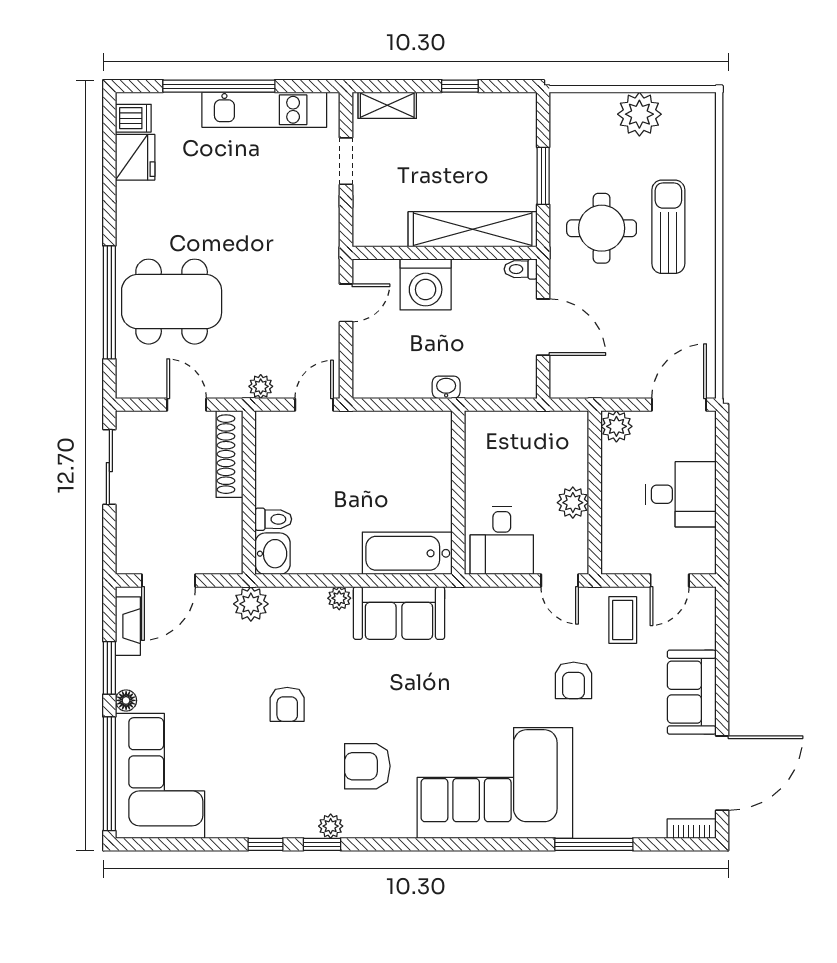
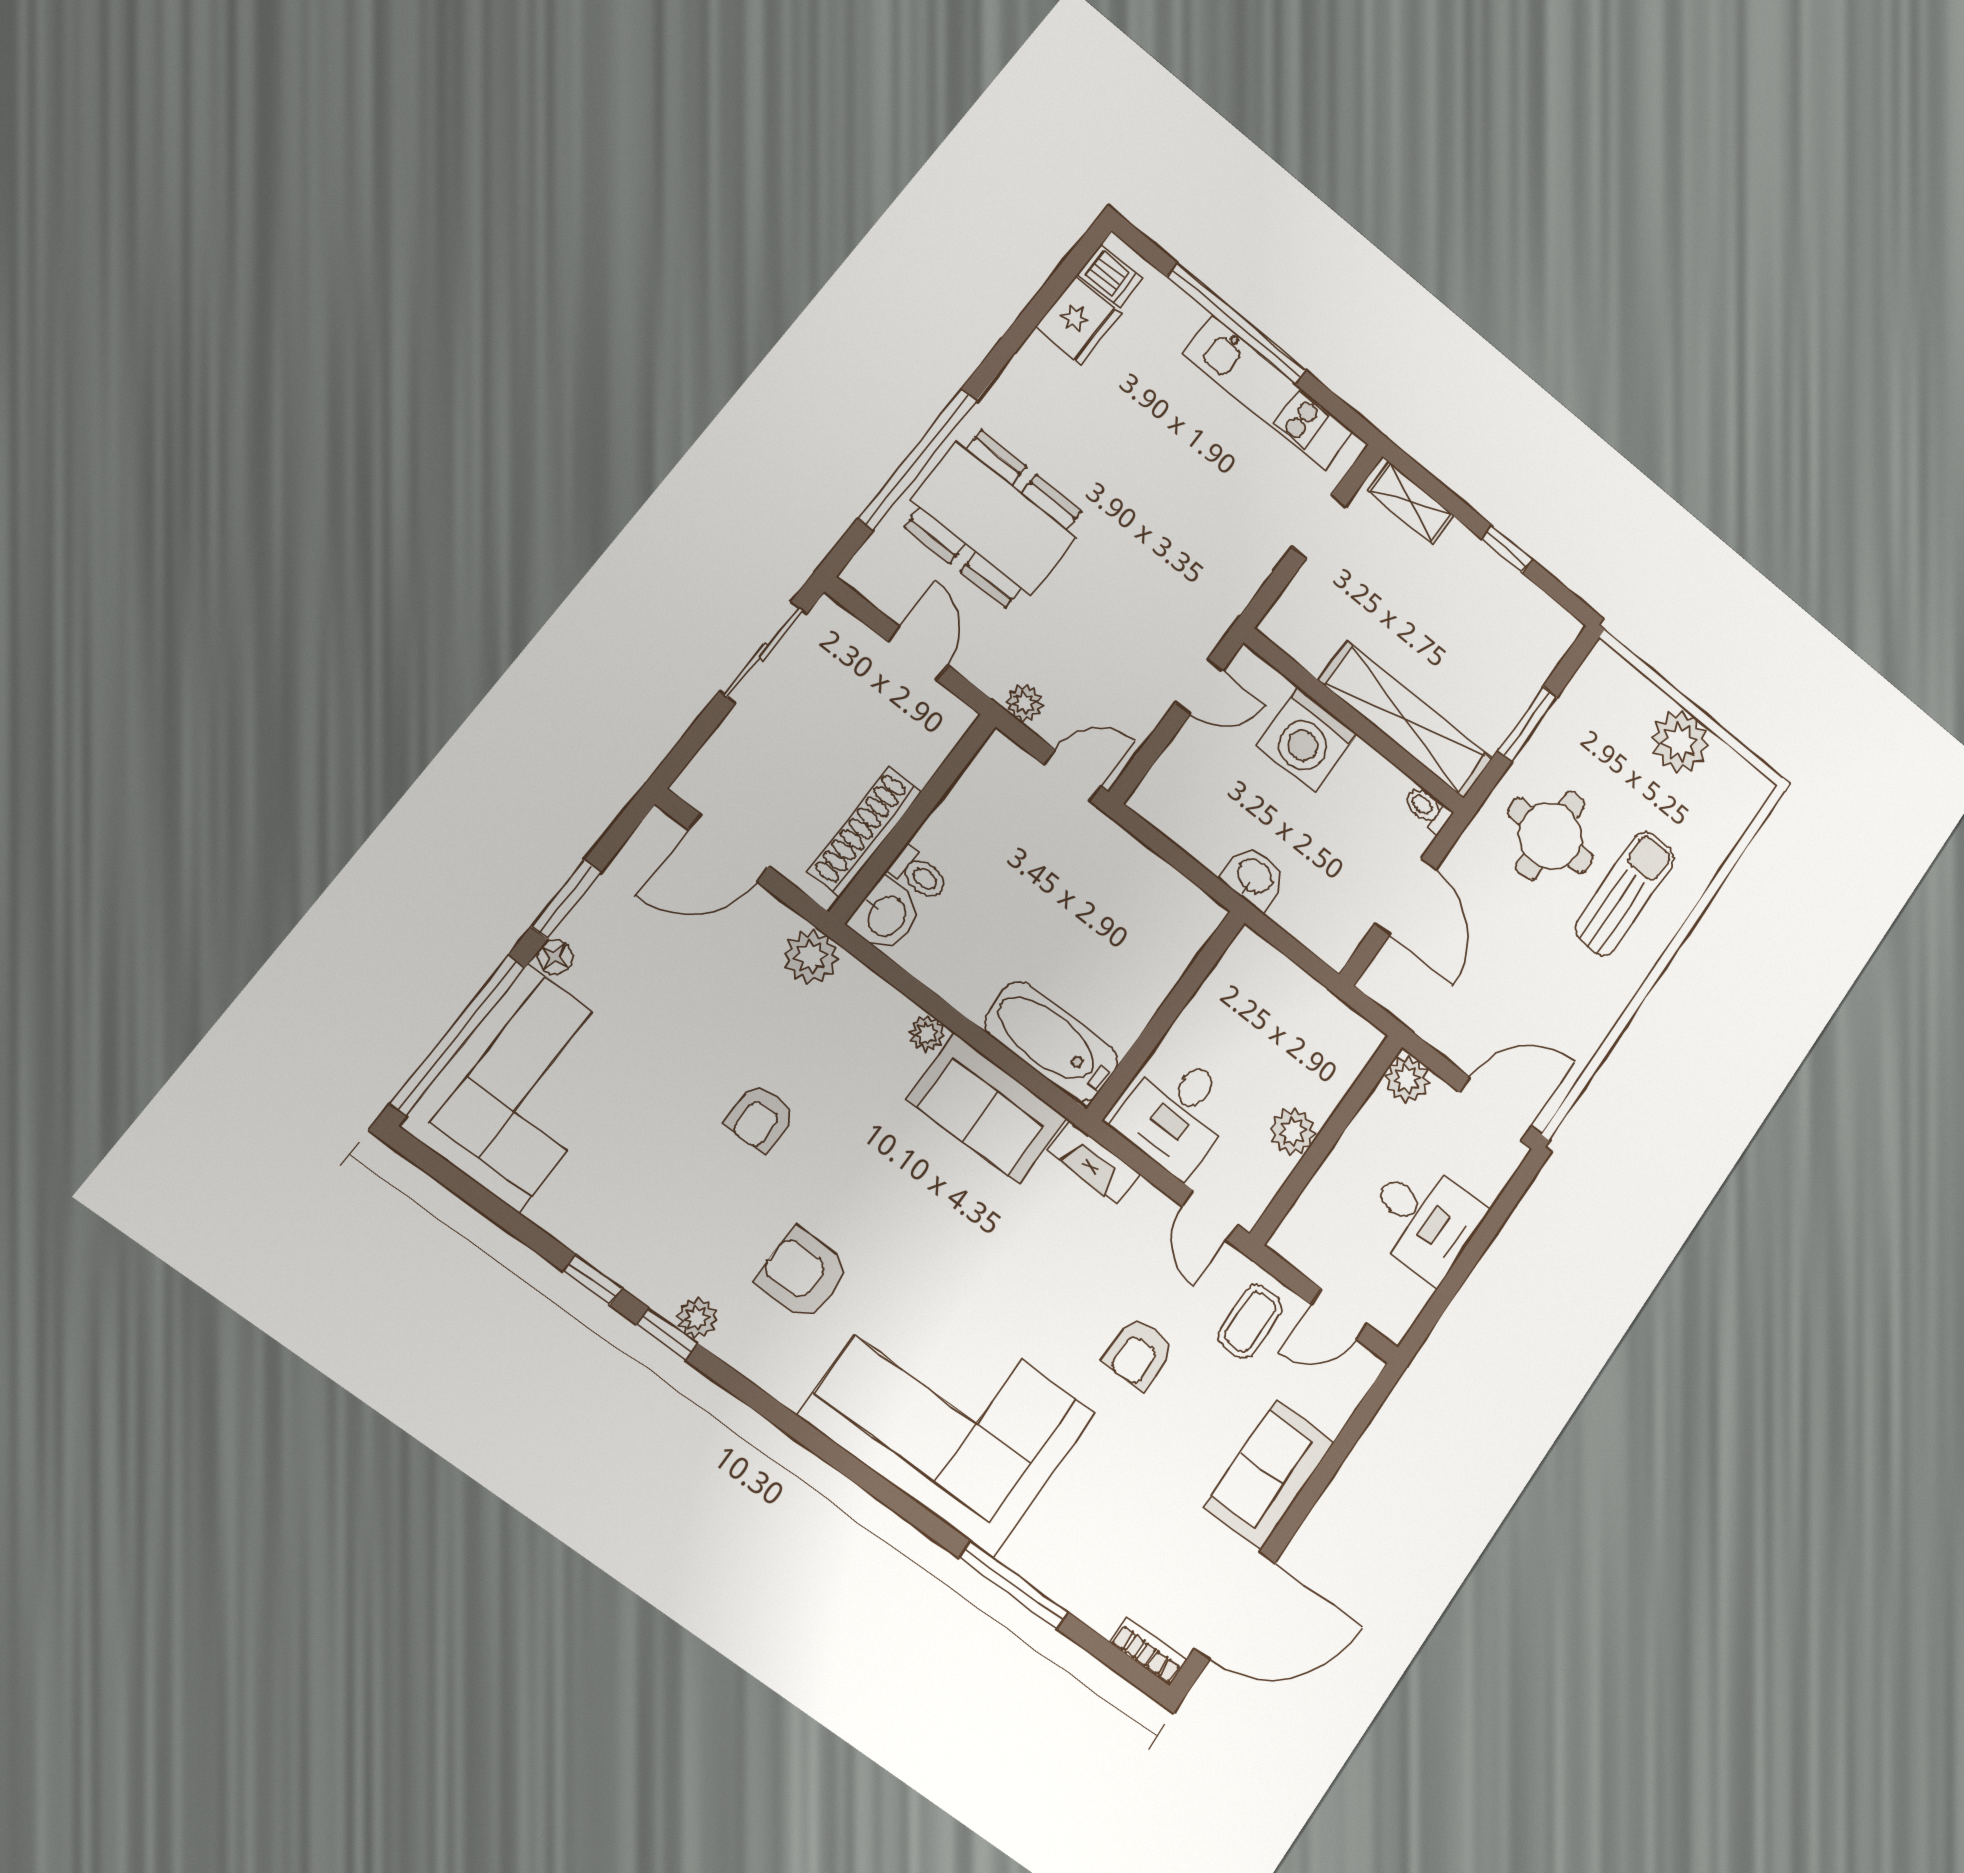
washbasin: (446, 387) -> (1254, 877), width x1.38, depth x1.45
shoe rack: (229, 454) -> (864, 832), moved
fireplace: (128, 626) -> (1094, 1163), moved, turned 90

